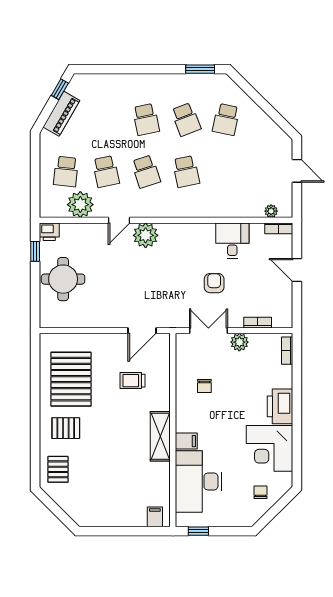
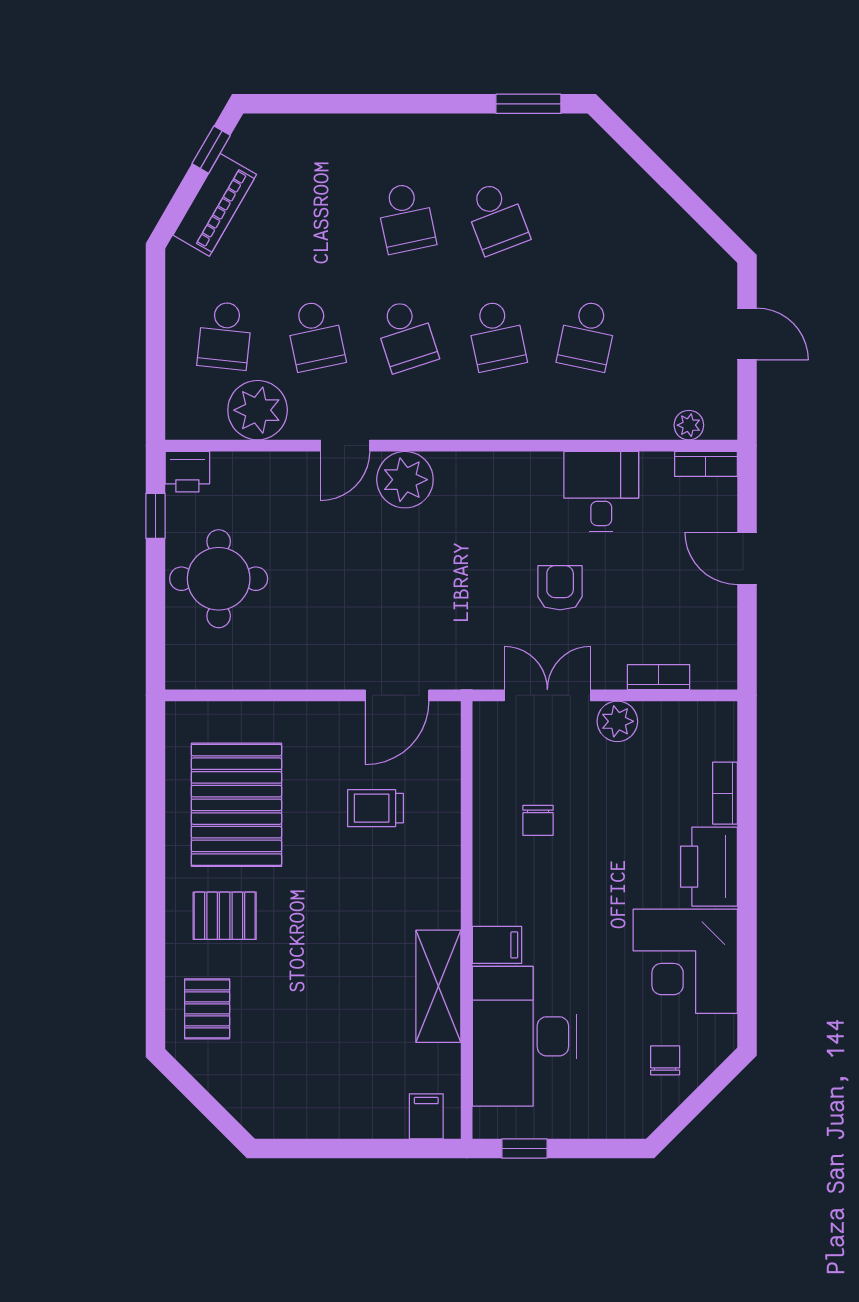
school desk: (226, 119) -> (587, 336), moved
bookcase: (287, 351) -> (725, 793), moved
shelving: (160, 436) -> (438, 986), moved

